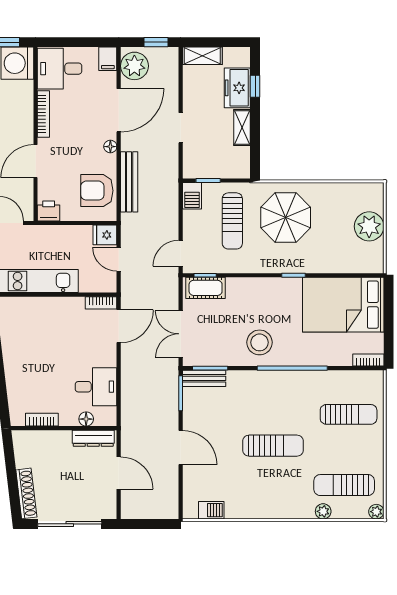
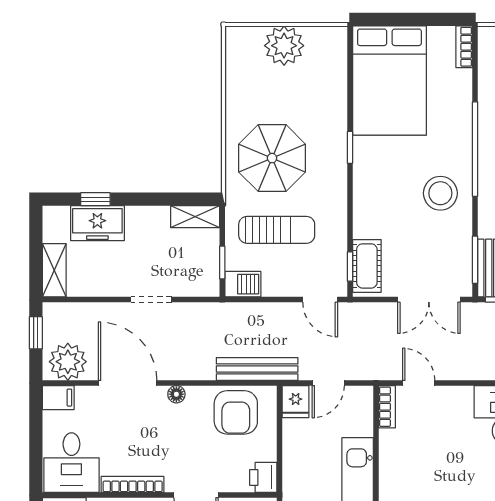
shelving: (242, 128) -> (195, 217), moved
bench: (129, 182) -> (257, 369), moved
door: (119, 326) -> (419, 383), width x0.73

